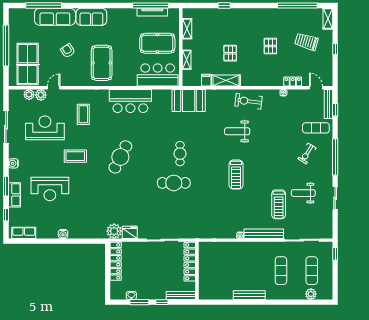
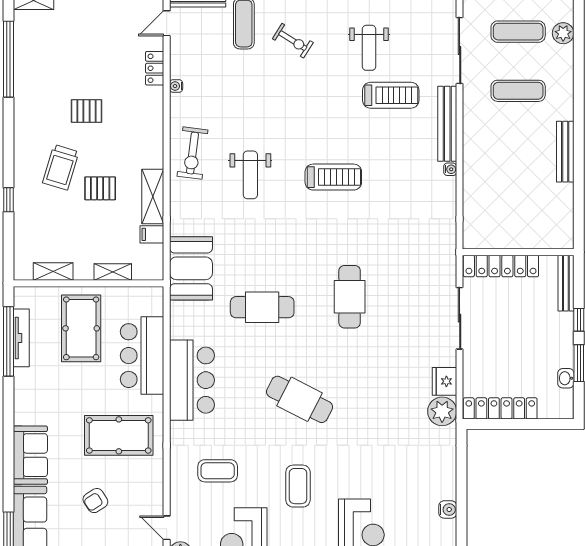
trolley: (306, 42) -> (61, 167), moved
bar counter: (158, 75) -> (142, 356), moved
cafe table: (180, 154) -> (262, 307), moved, width x1.37, depth x1.35

